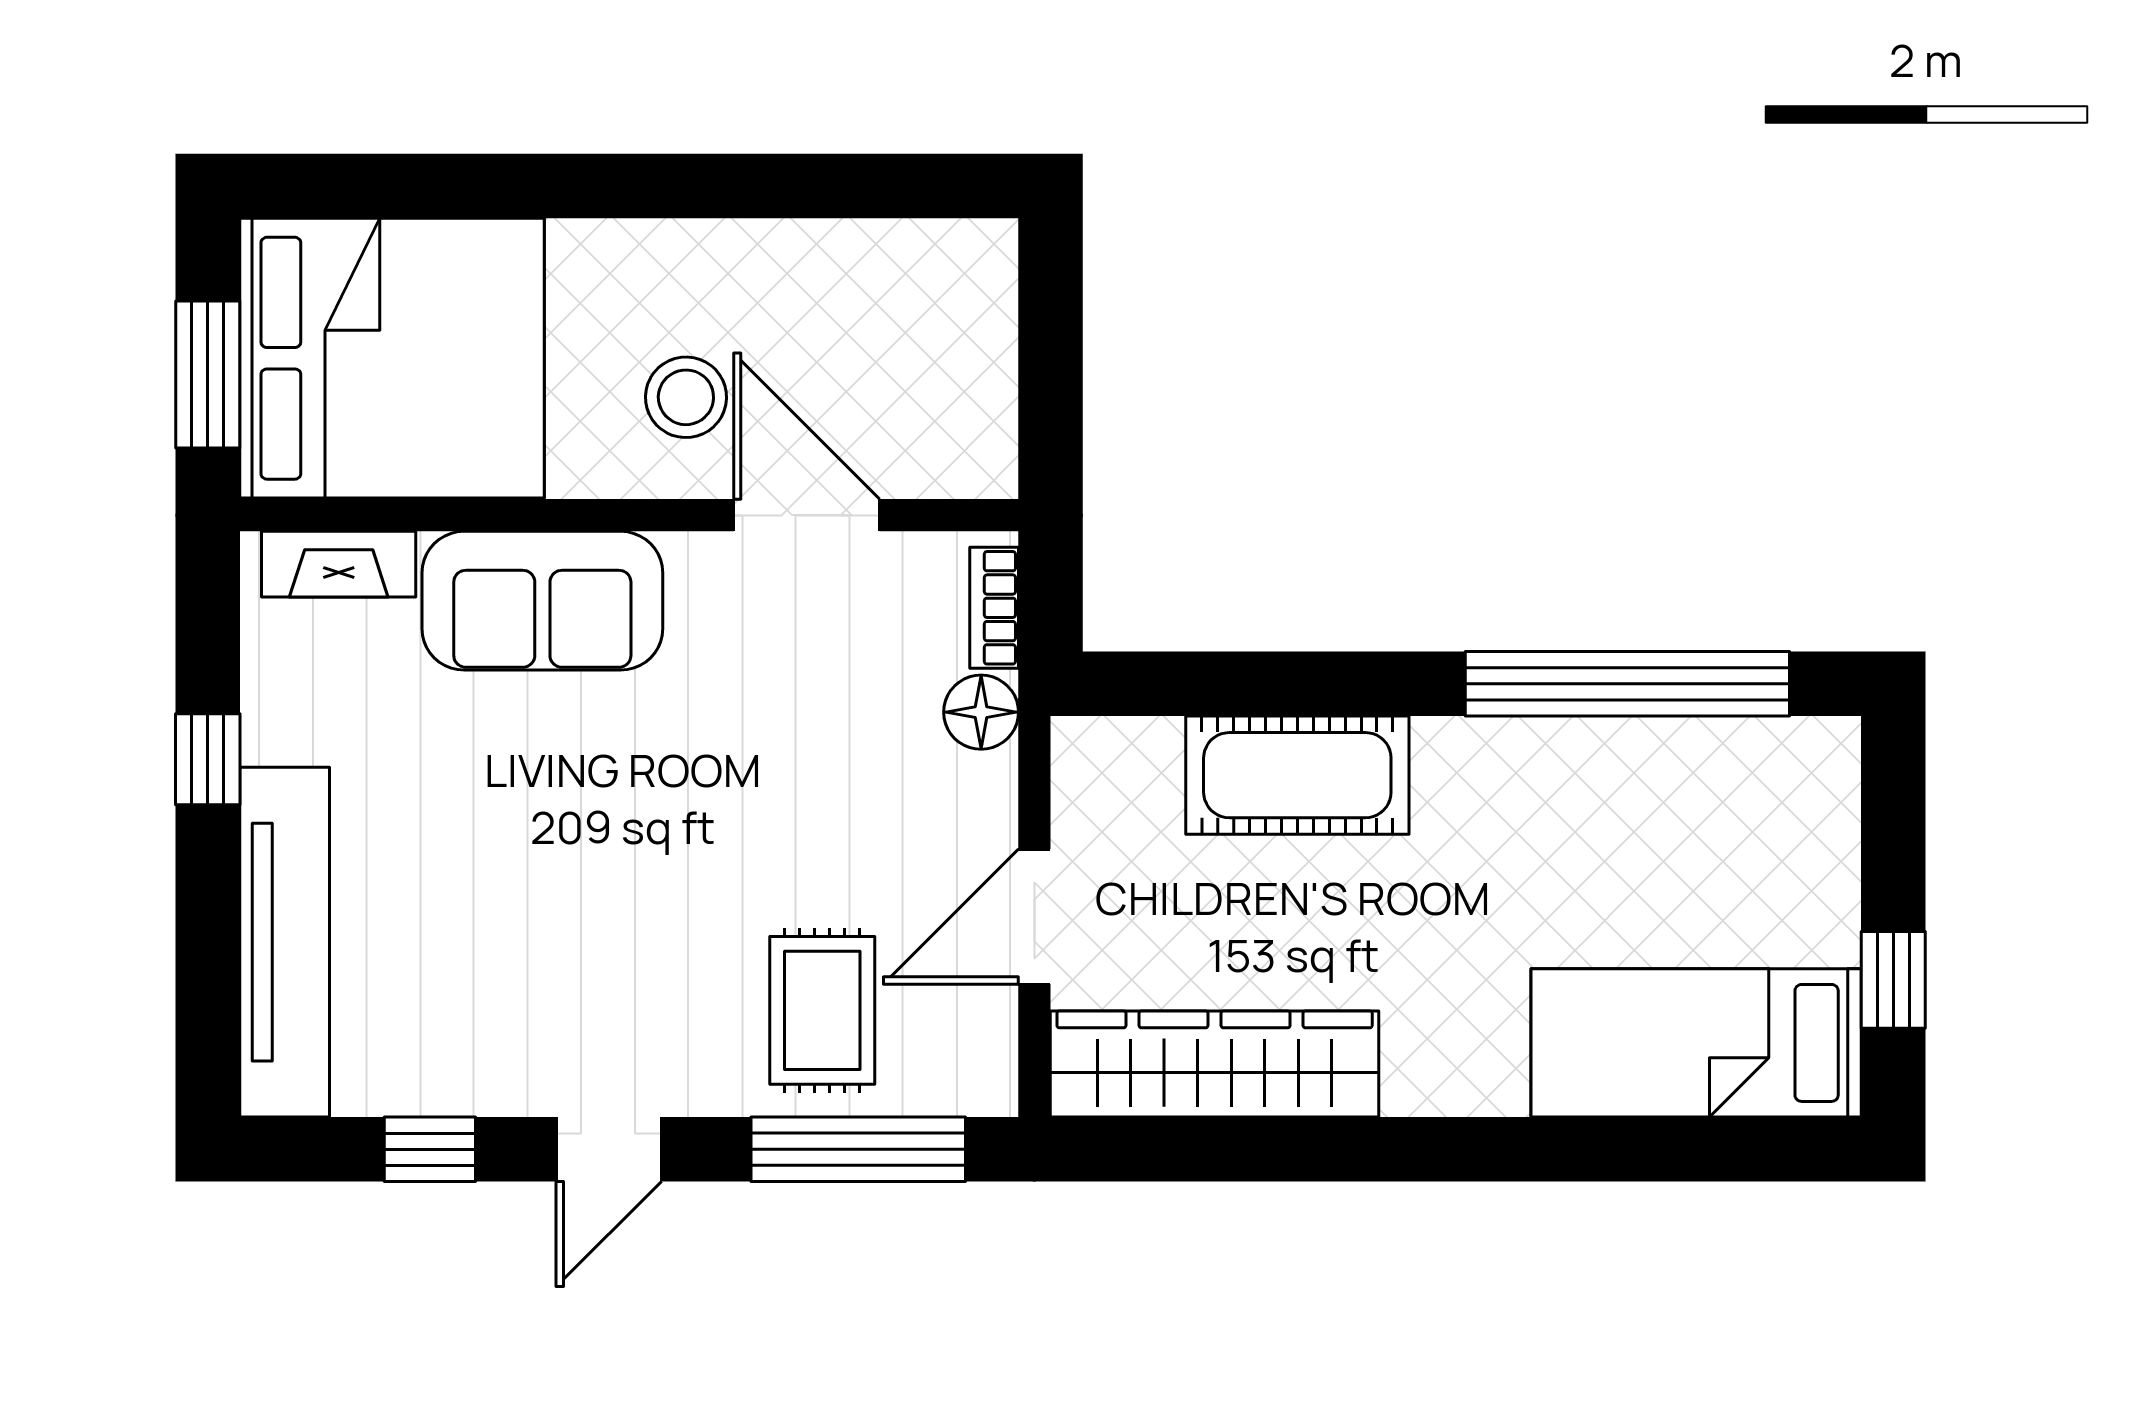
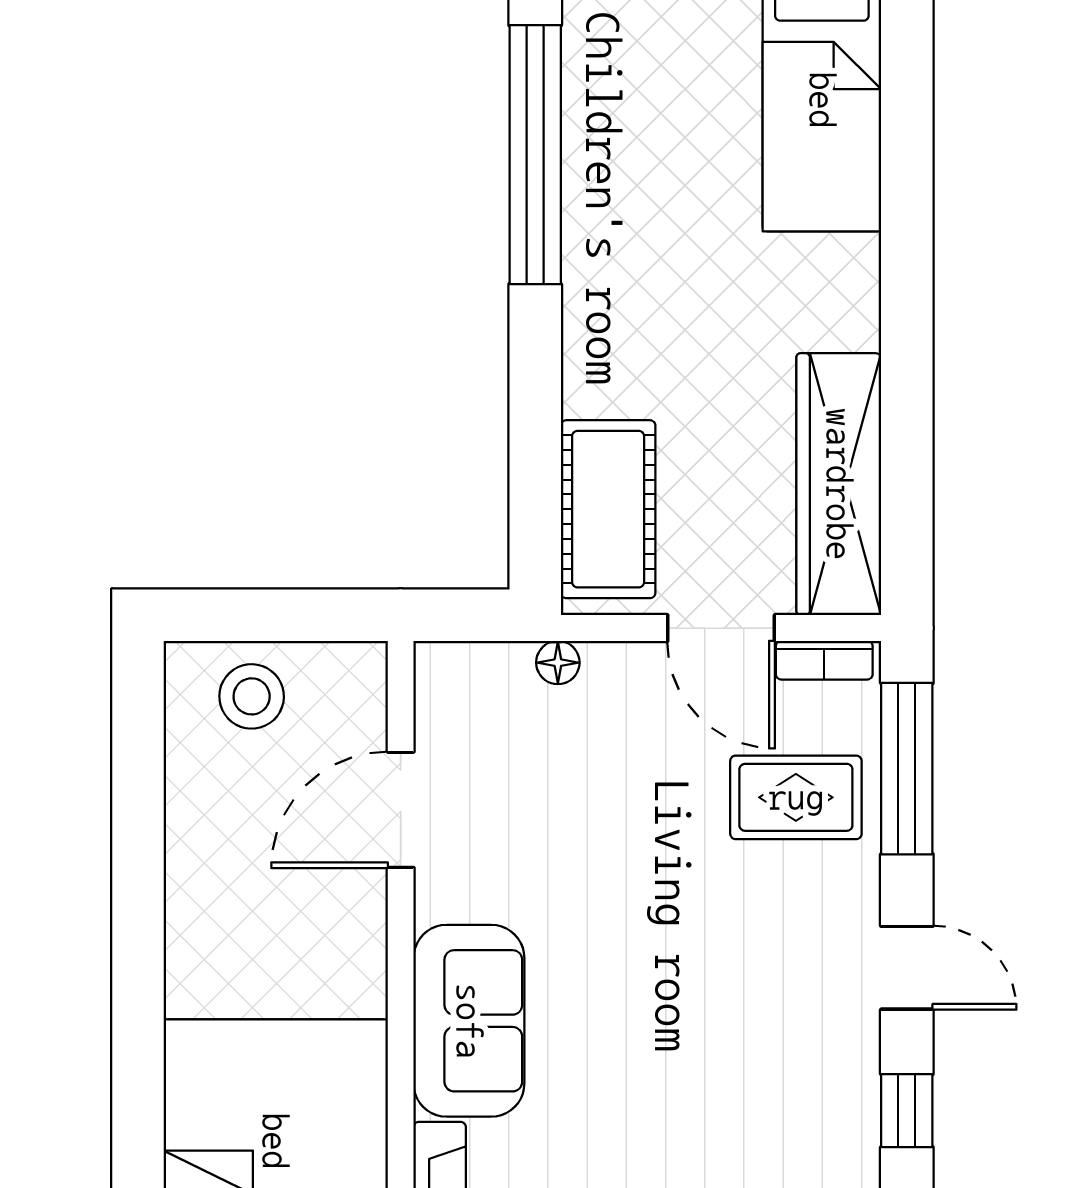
stool: (686, 397) -> (252, 696), moved
bookcase: (994, 608) -> (824, 660), moved
floor lamp: (981, 712) -> (558, 663), width x0.73, depth x0.73
cot: (1297, 775) -> (608, 509), moved

